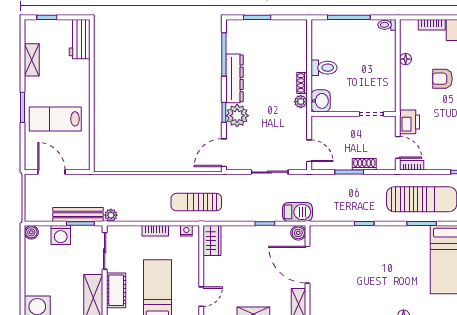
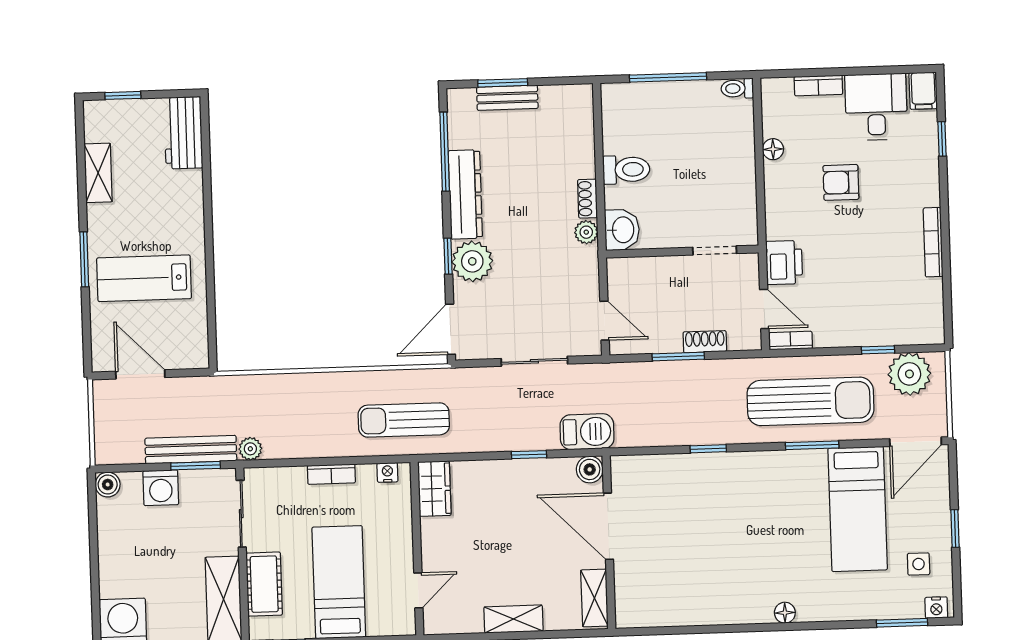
bench: (260, 26) -> (507, 98), added

